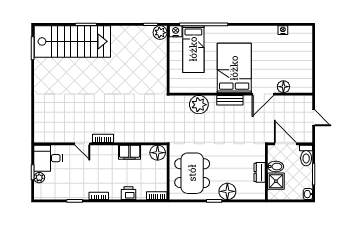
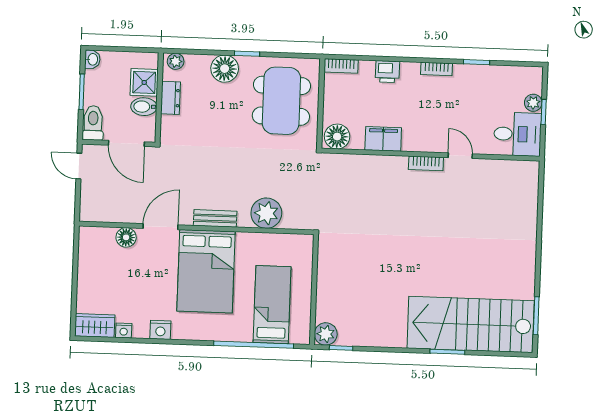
nightstand: (176, 31) -> (160, 330), moved
wardrobe: (301, 33) -> (95, 325), added
door: (314, 118) -> (79, 166), moved
plant: (257, 195) -> (176, 61), added

